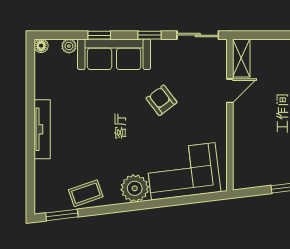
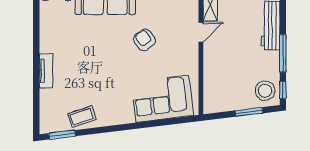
tv unit: (42, 129) -> (46, 71), width x0.71
plant: (135, 188) -> (122, 113), removed

